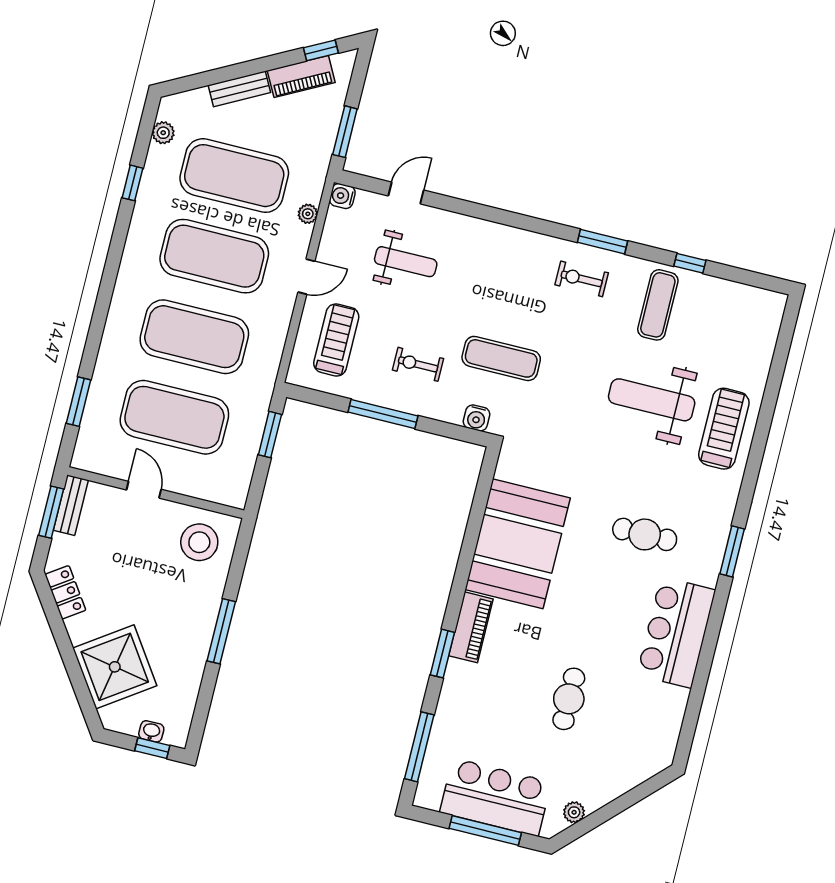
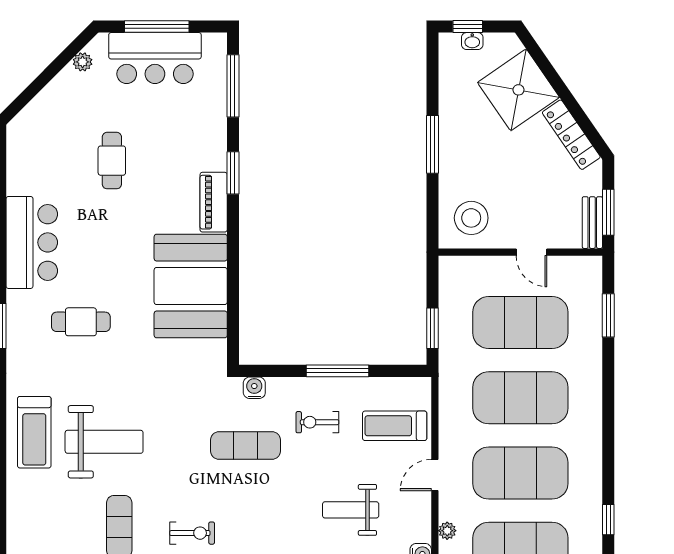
treadmill: (336, 340) -> (395, 426), turned 90
exercise bike: (418, 364) -> (317, 422), turned 180
locker: (65, 592) -> (571, 135), width x1.53

